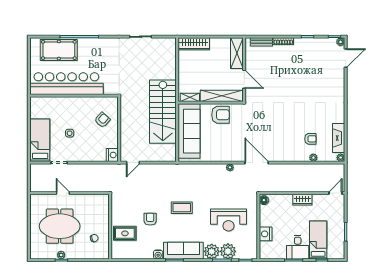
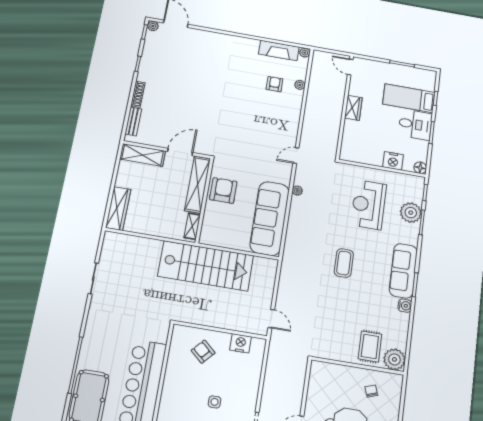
sofa: (189, 131) -> (270, 218), moved, turned -90
nightstand: (112, 155) -> (241, 343), moved
door: (257, 163) -> (296, 156), width x0.53
floor lamp: (264, 200) -> (420, 168), moved
armchair: (150, 219) -> (354, 308), removed
reception desk: (228, 220) -> (369, 205), turned 180
plant: (212, 251) -> (394, 359), moved

